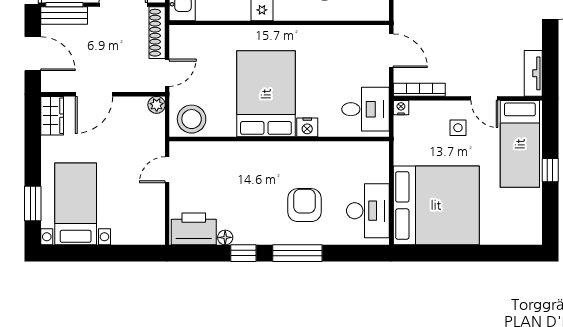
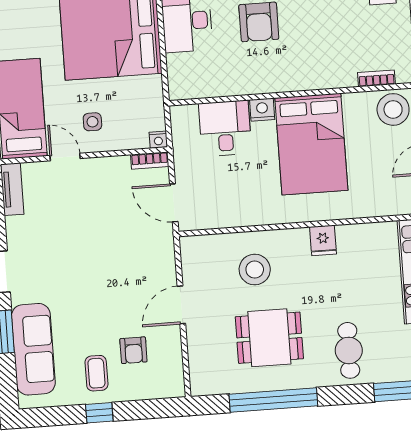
bookcase: (419, 90) -> (150, 161), width x0.64
desk: (366, 109) -> (225, 128), moved, turned 90
bookcase: (204, 148) -> (376, 78), added

